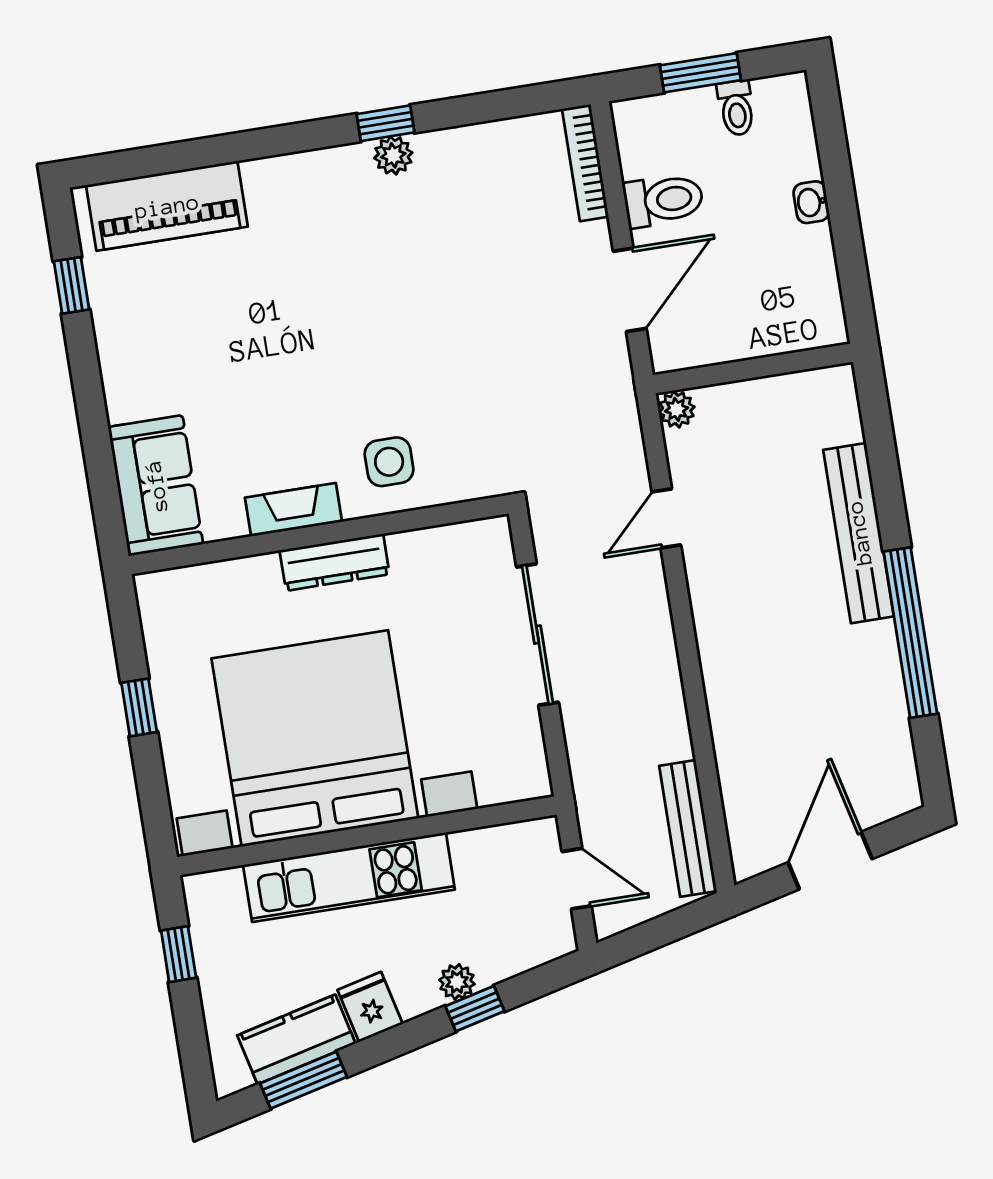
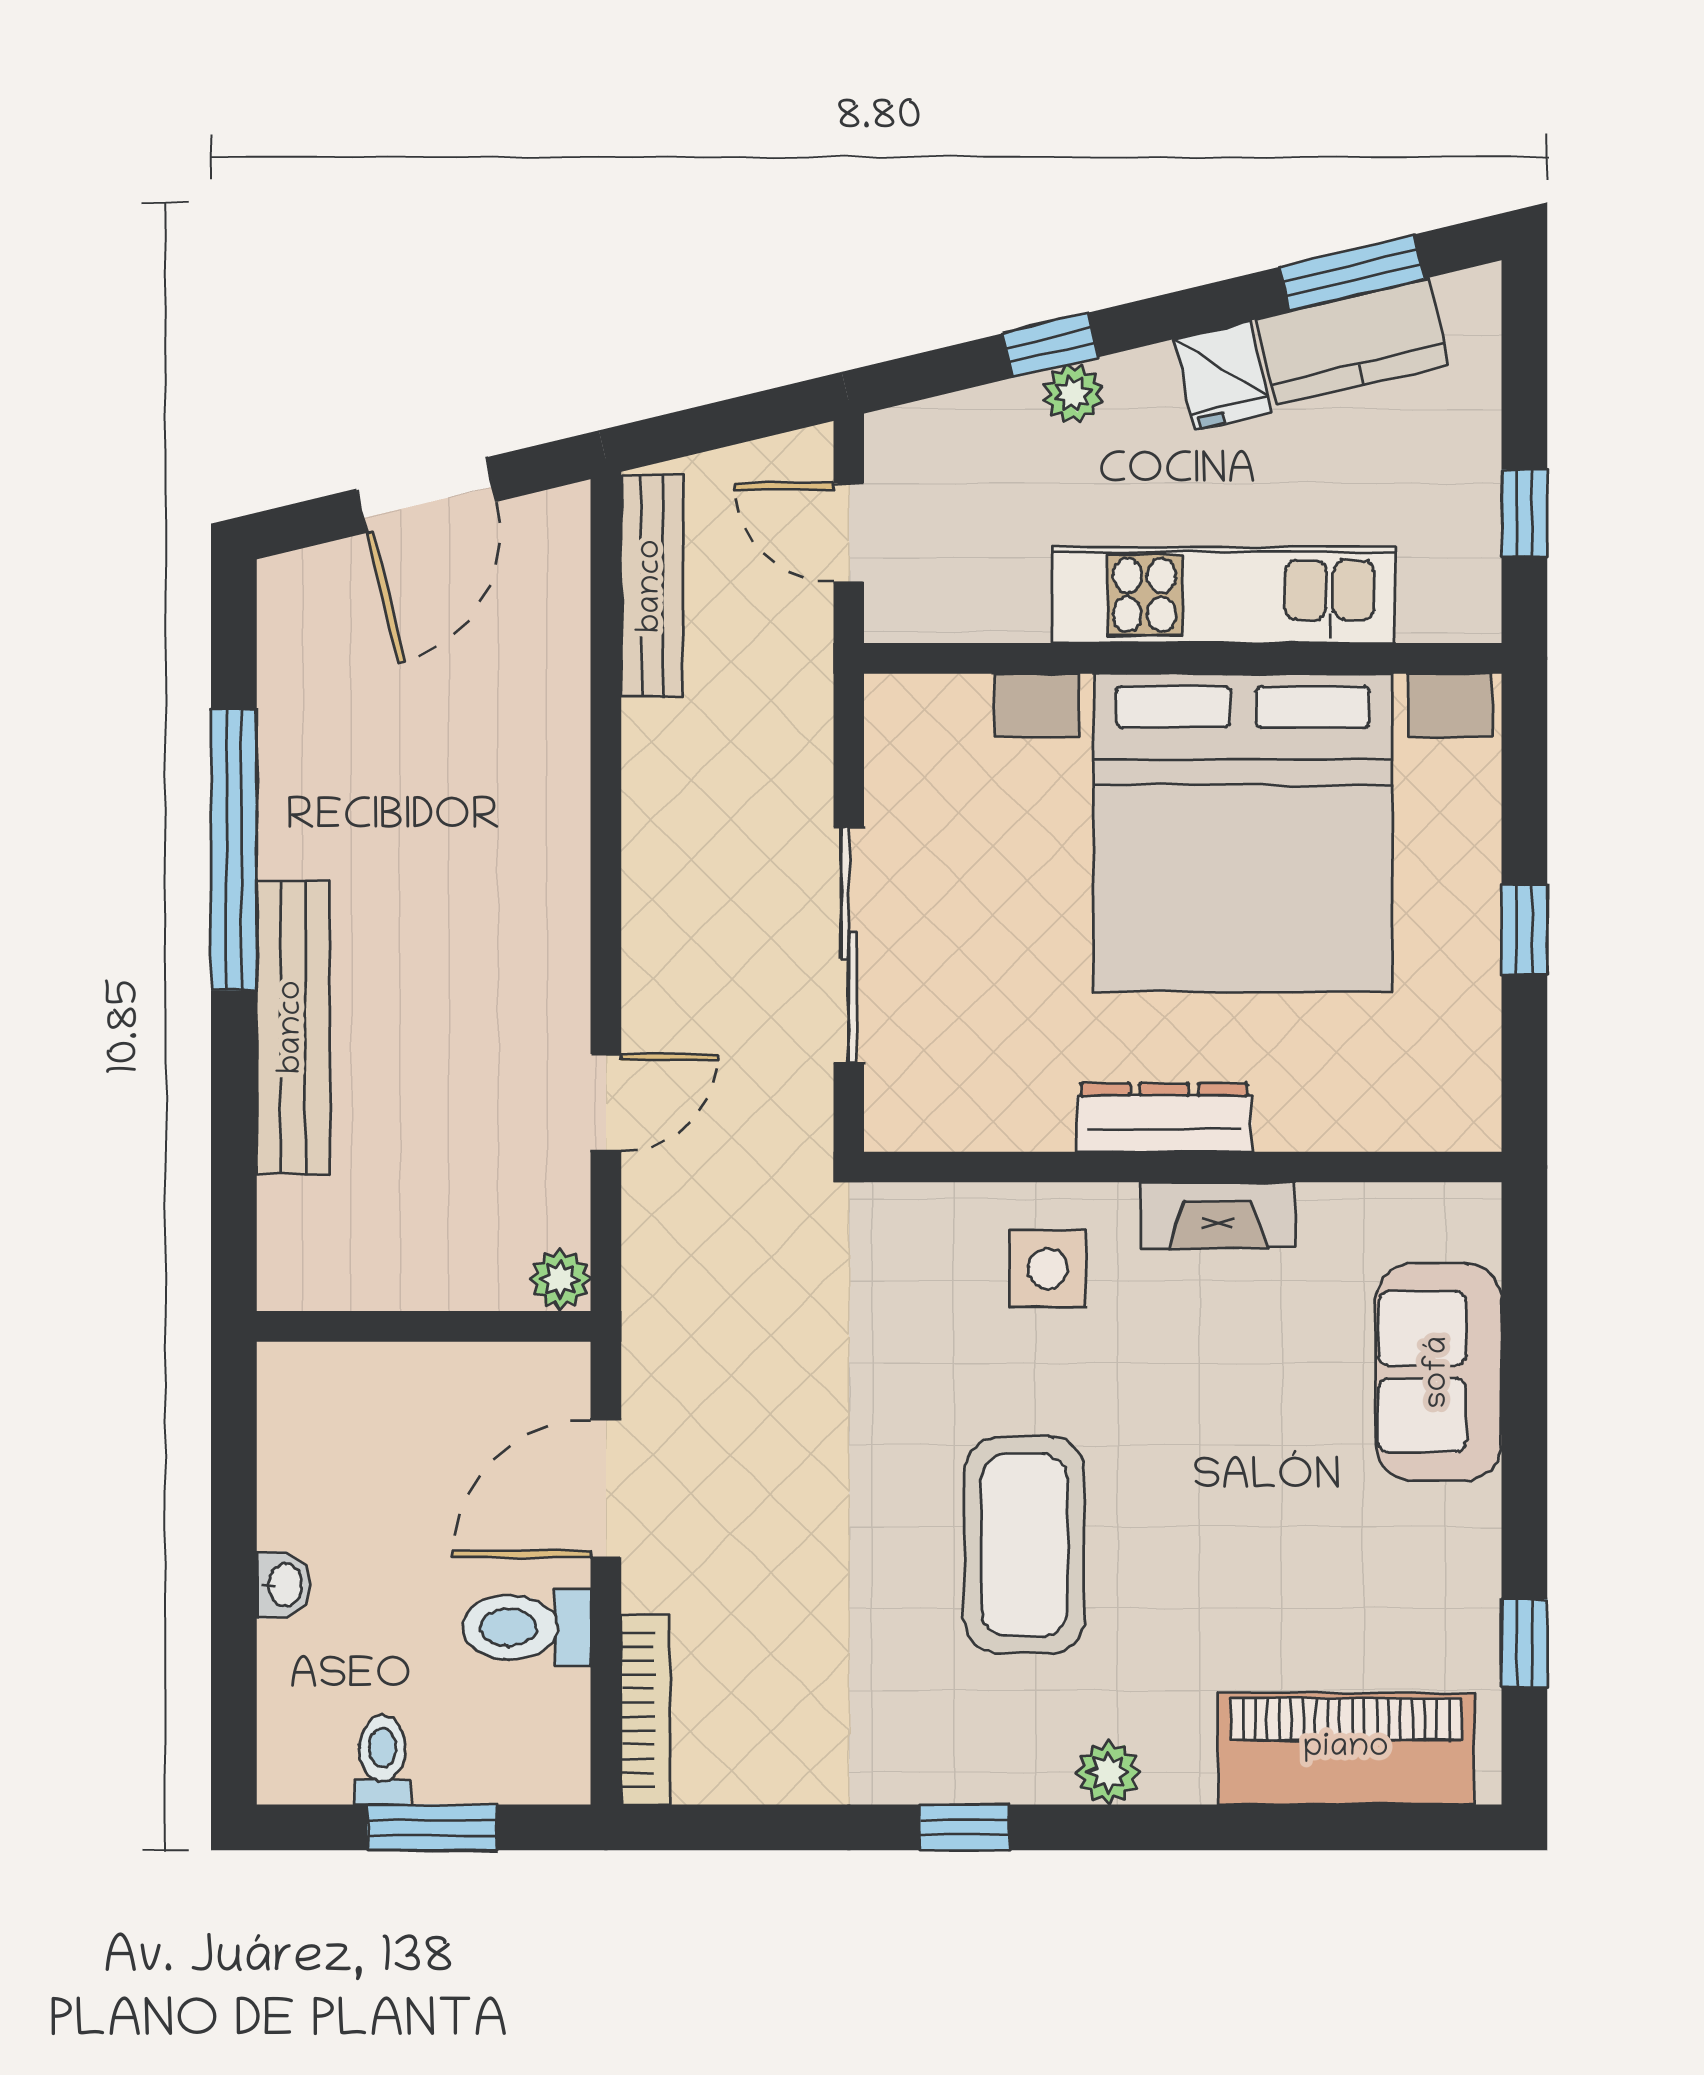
plant: (393, 155) -> (1108, 1772), moved
coffee table: (377, 296) -> (1025, 1545), added
sofa: (156, 486) -> (1439, 1372), moved

